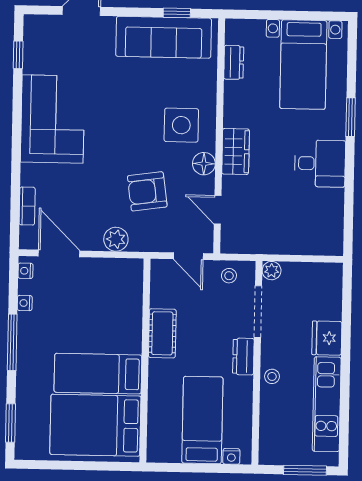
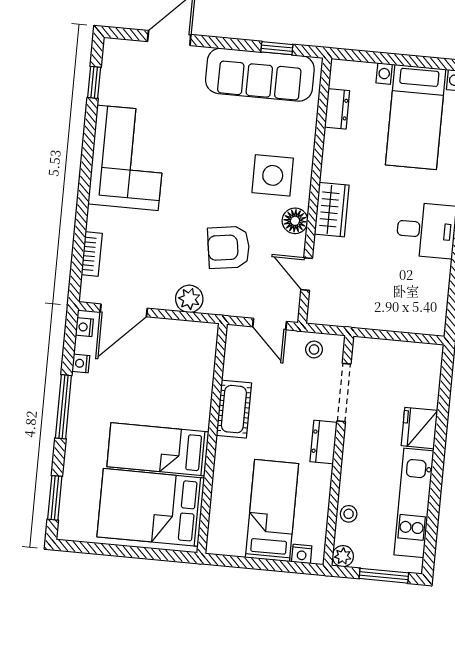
door: (59, 253) -> (124, 310), swing flipped
plant: (272, 271) -> (343, 556), moved
stool: (272, 376) -> (349, 514), moved

